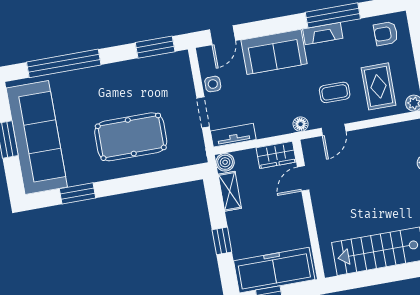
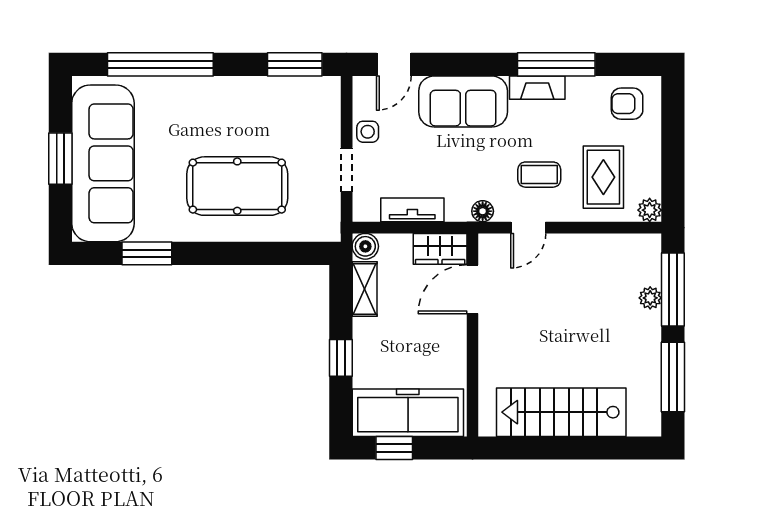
tv unit: (233, 135) -> (412, 210), moved
door: (303, 178) -> (473, 289), width x1.38

